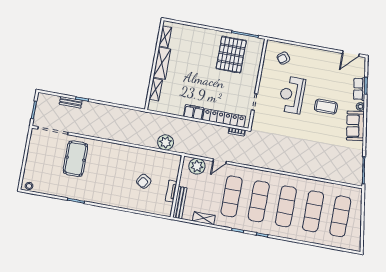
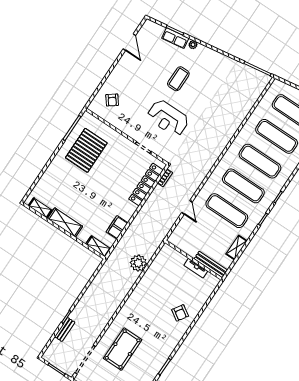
door: (351, 54) -> (129, 42), moved
pallet: (231, 55) -> (86, 150), turned 90
shelving: (156, 90) -> (98, 246), moved
reception desk: (292, 95) -> (168, 118), moved
filing cabinet: (194, 112) -> (117, 227), moved
sofa: (355, 126) -> (210, 58), removed
plant: (166, 142) -> (138, 263), moved
pool table: (75, 159) -> (123, 349), turned 90
plant: (197, 166) -> (182, 232), removed
armchair: (144, 181) -> (180, 313), moved

